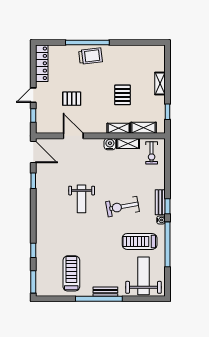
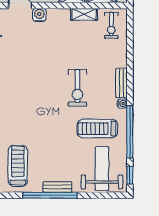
water cooler: (110, 144) -> (39, 15), moved
weight bench: (82, 199) -> (30, 79), removed
window: (167, 206) -> (130, 175), moved
exercise bike: (122, 207) -> (77, 88), turned -80

